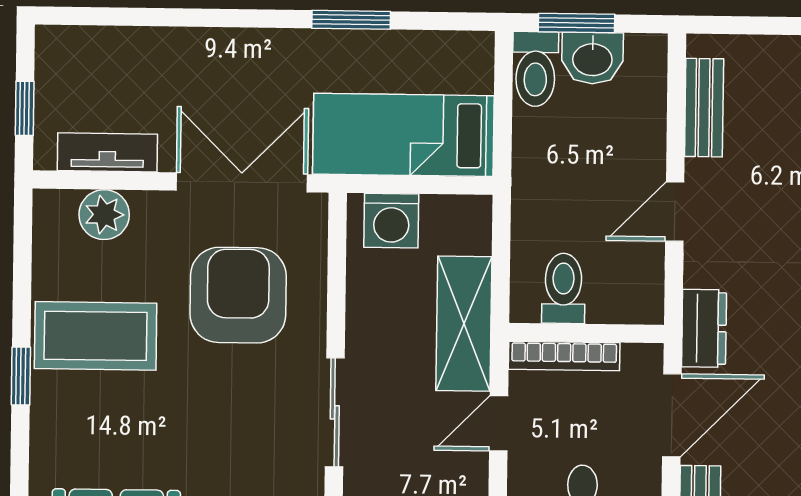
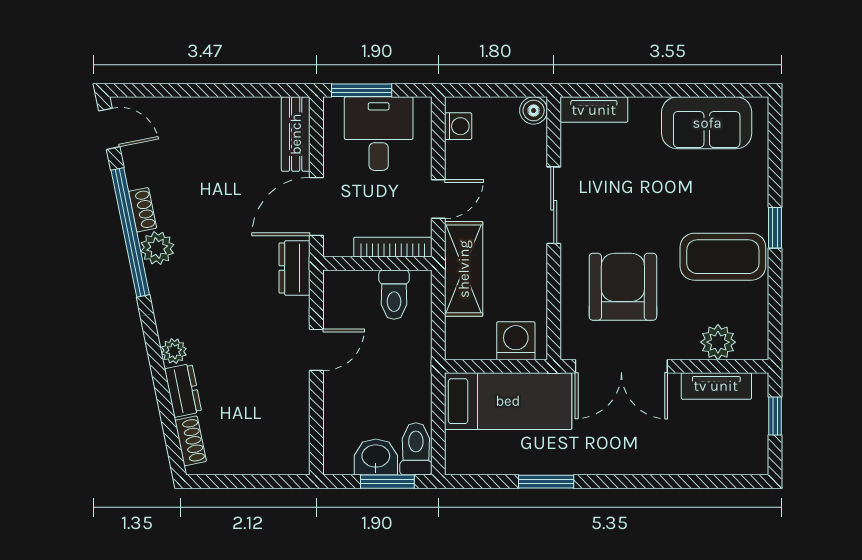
bench: (704, 108) -> (297, 423), removed
armchair: (238, 295) -> (623, 287), turned 180

